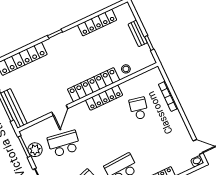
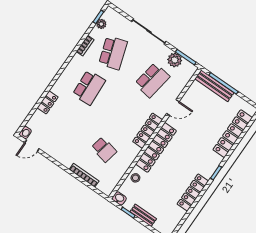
locker: (97, 23) -> (193, 193), moved
washbasin: (150, 60) -> (119, 198), added
locker: (104, 98) -> (148, 131), moved
door: (60, 110) -> (173, 107), swing flipped

